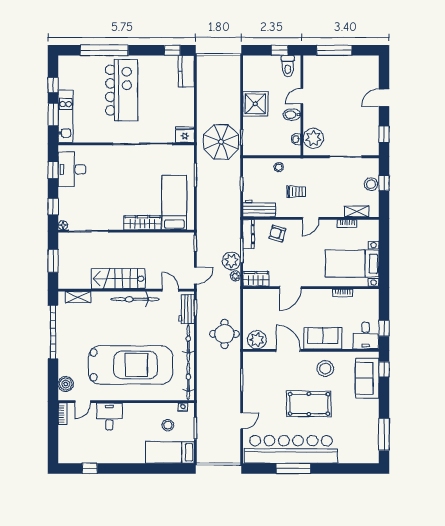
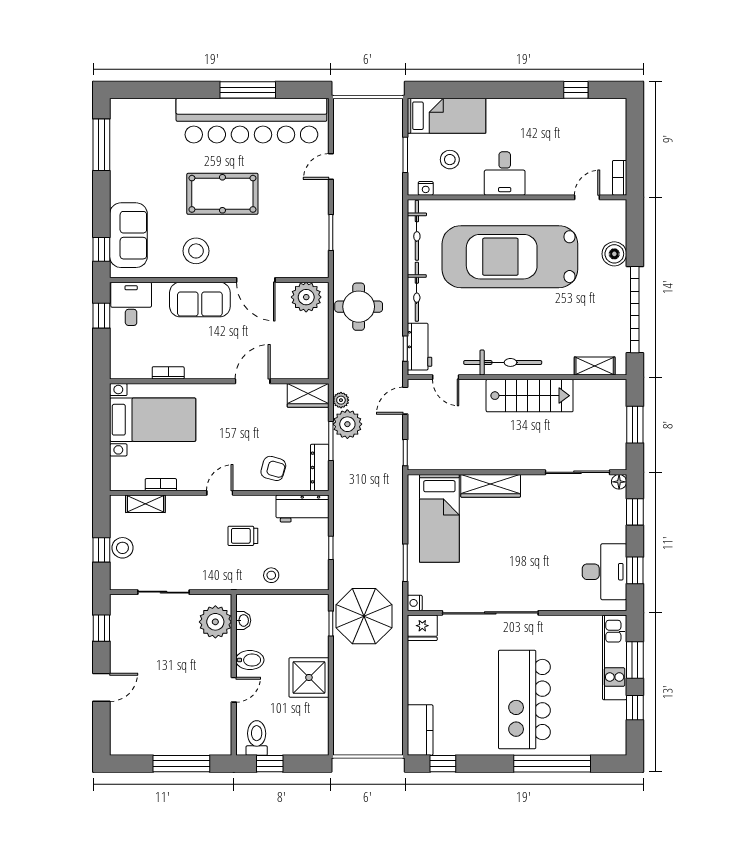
nightstand: (190, 150) -> (415, 603), added
boiler: (66, 384) -> (614, 254), moved
desk: (109, 417) -> (505, 173), moved

